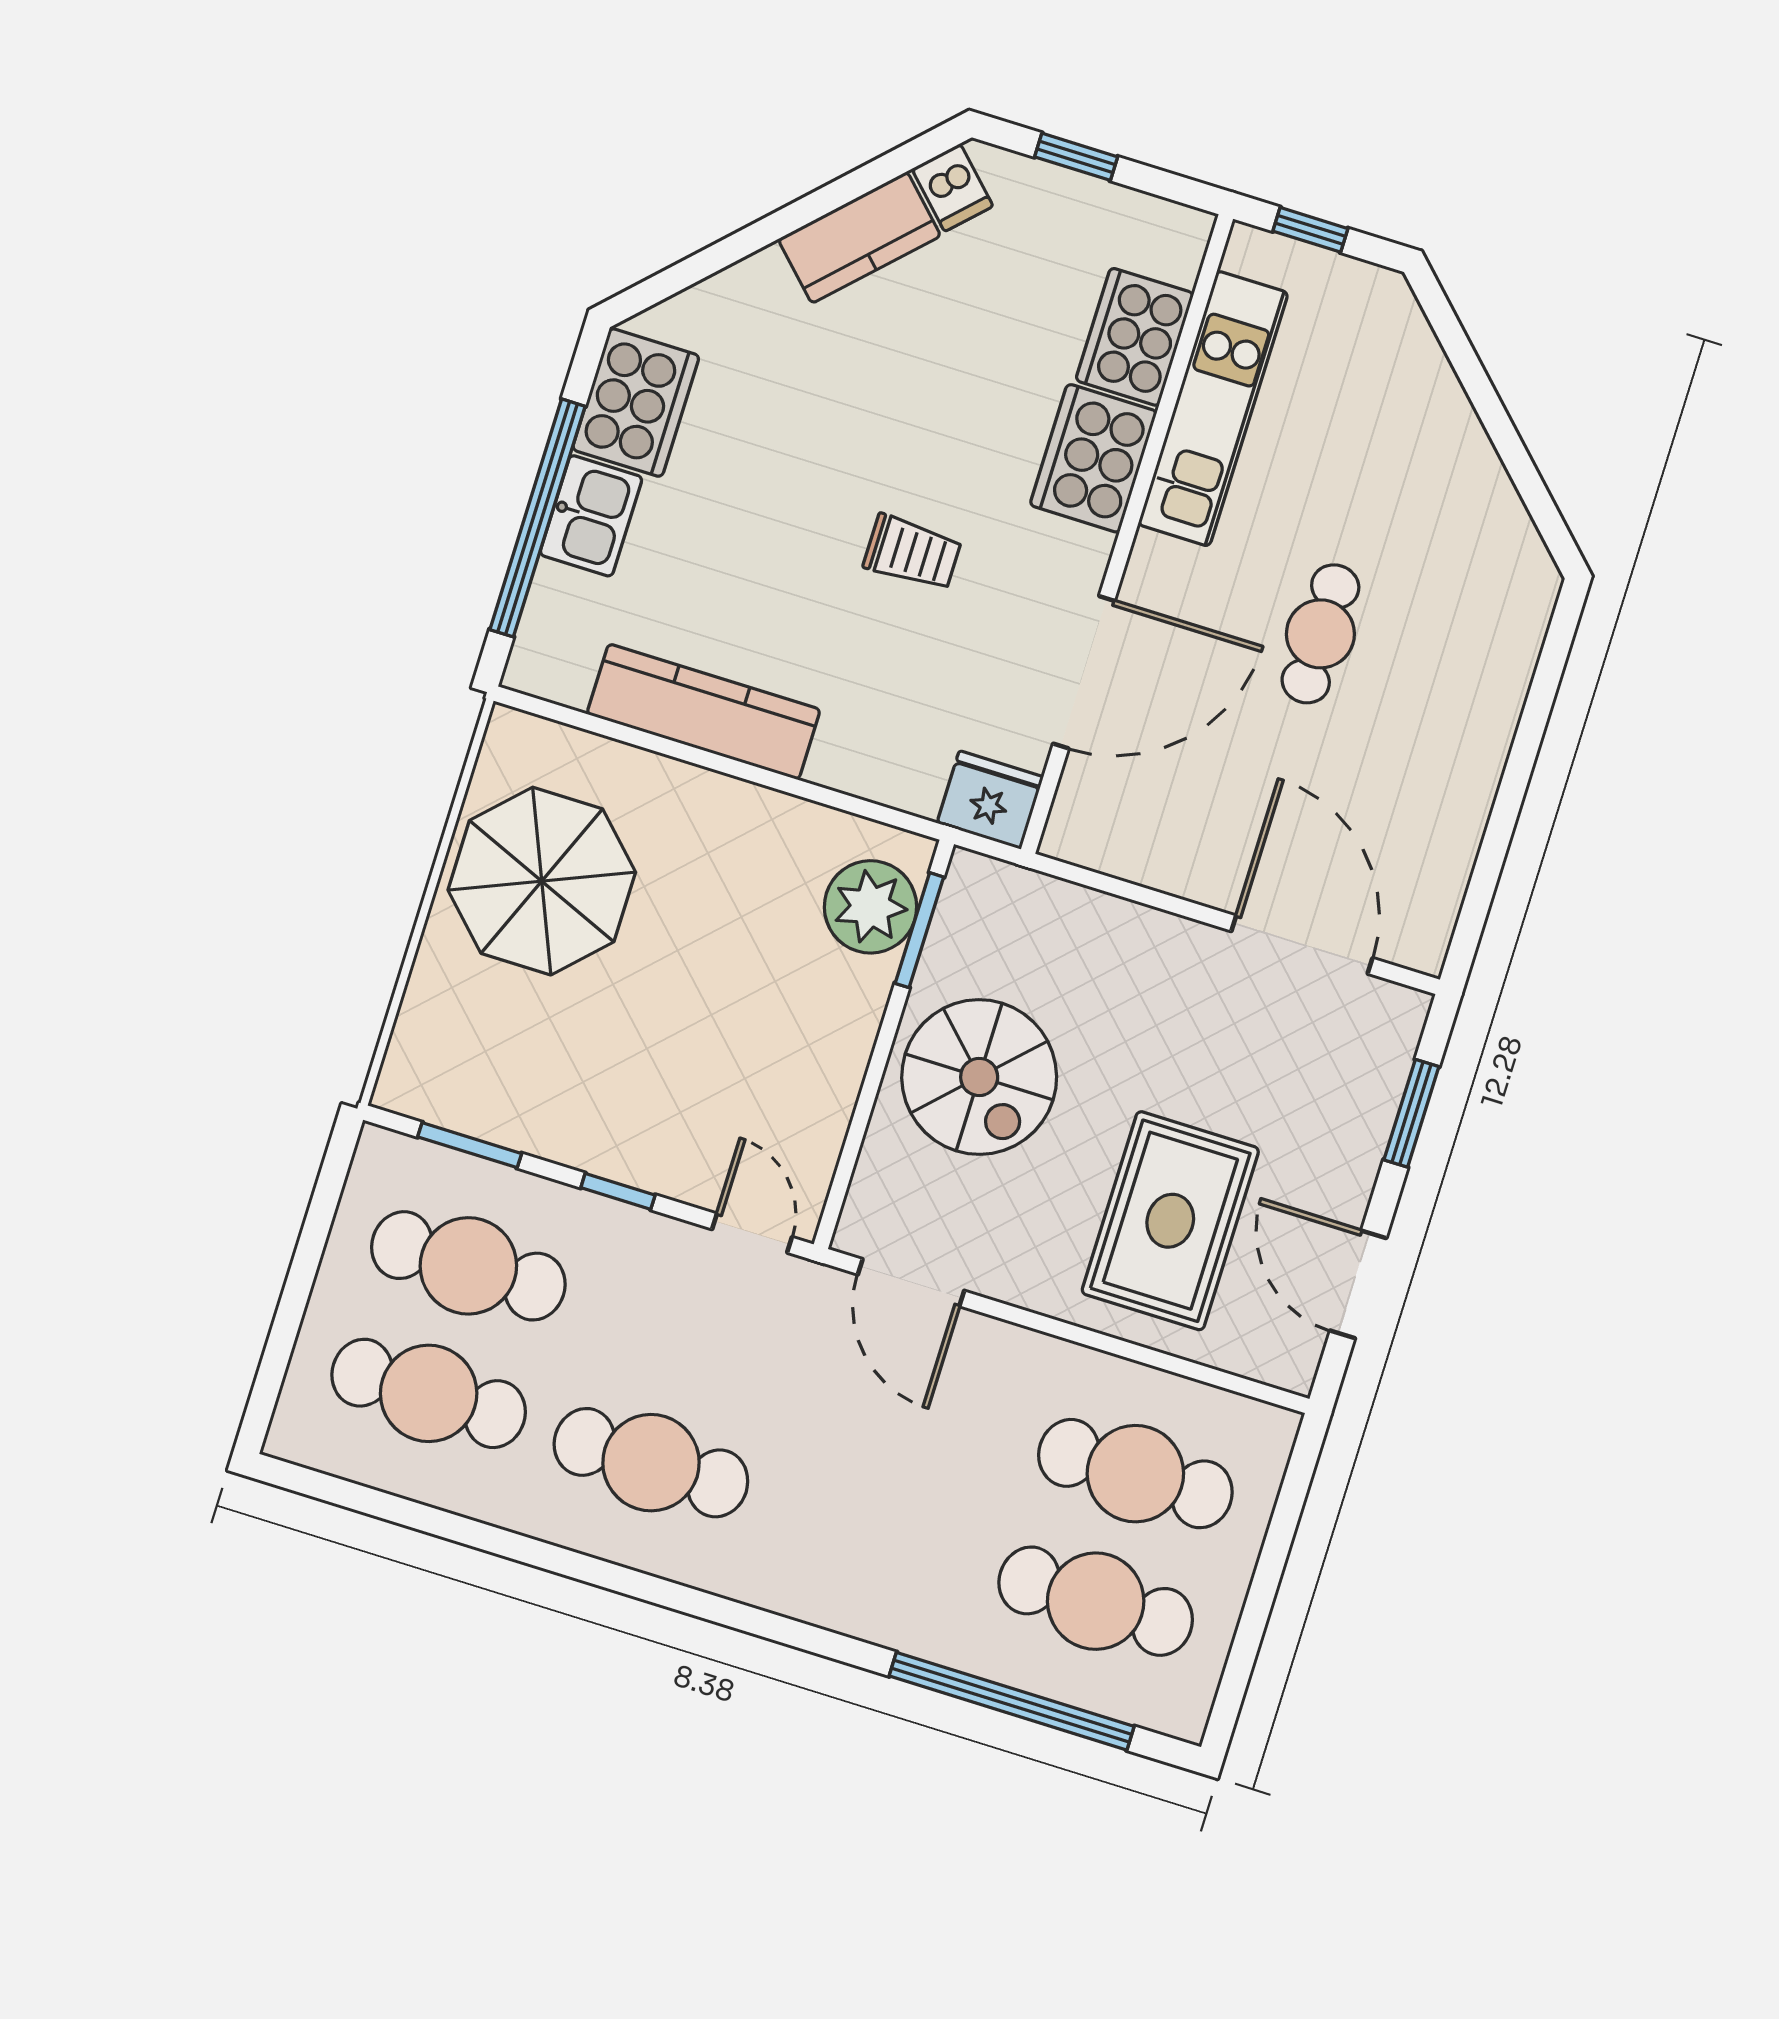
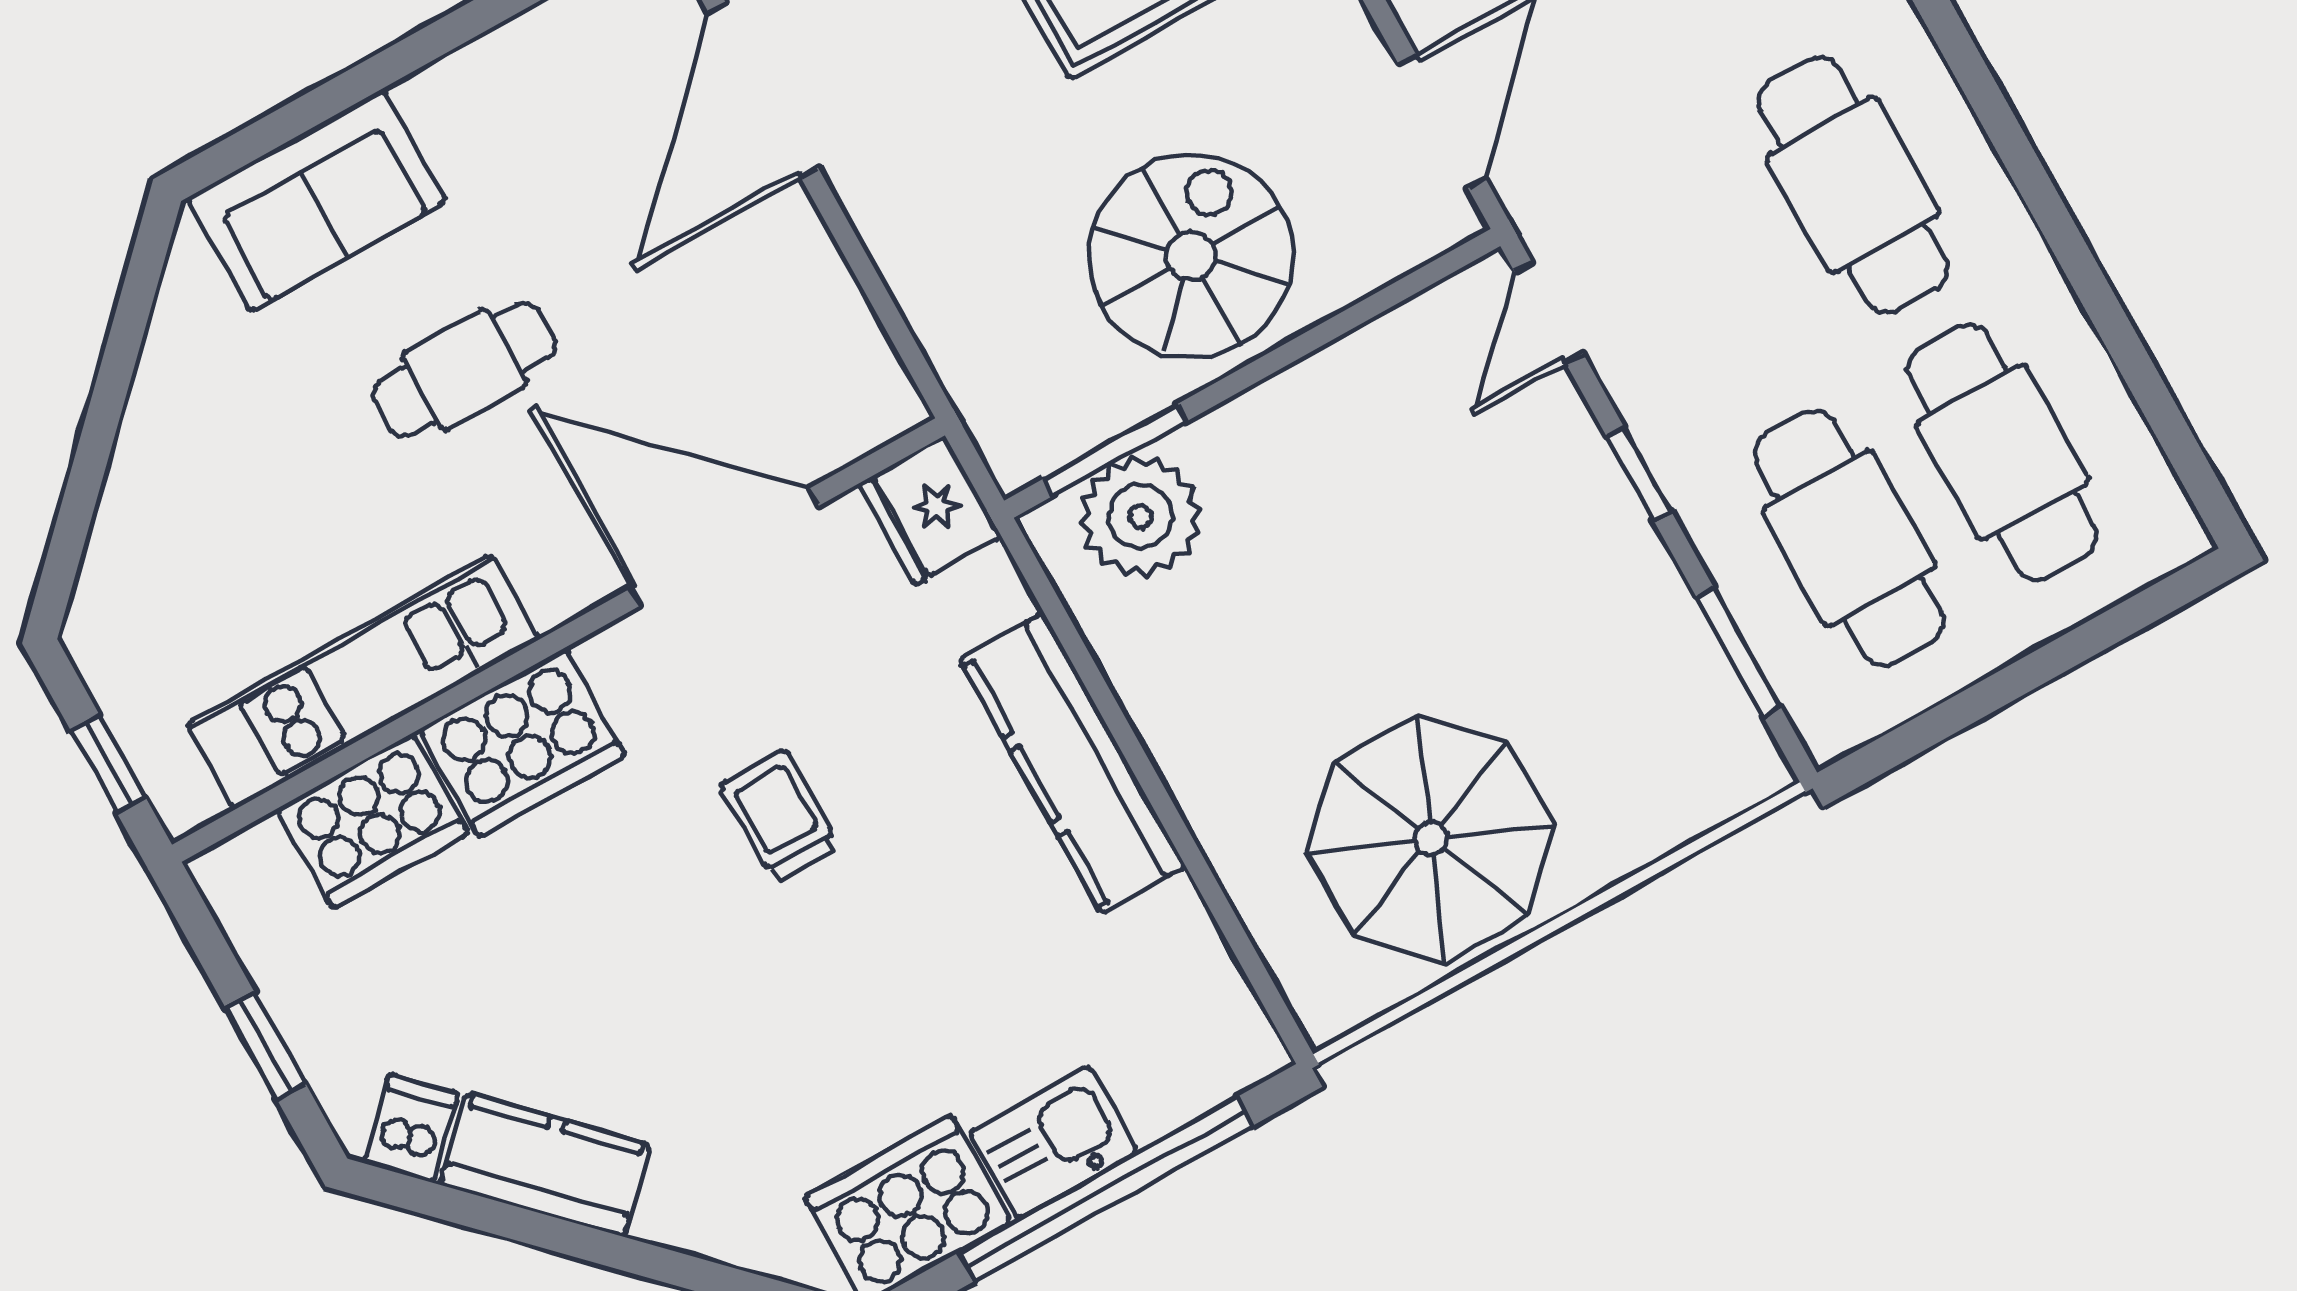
sofa: (1491, 650) -> (316, 200), added
kitchen counter: (704, 712) -> (1073, 763), moved

